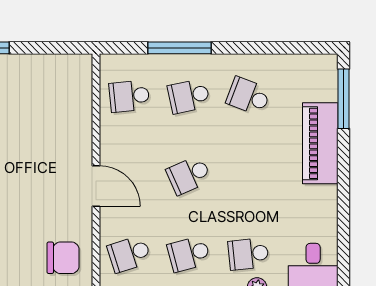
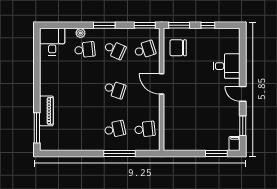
school desk: (248, 96) -> (85, 129), removed
piano: (320, 143) -> (46, 111), width x0.73, depth x0.75
school desk: (189, 175) -> (115, 89), turned 42
school desk: (189, 254) -> (115, 50), turned 39

